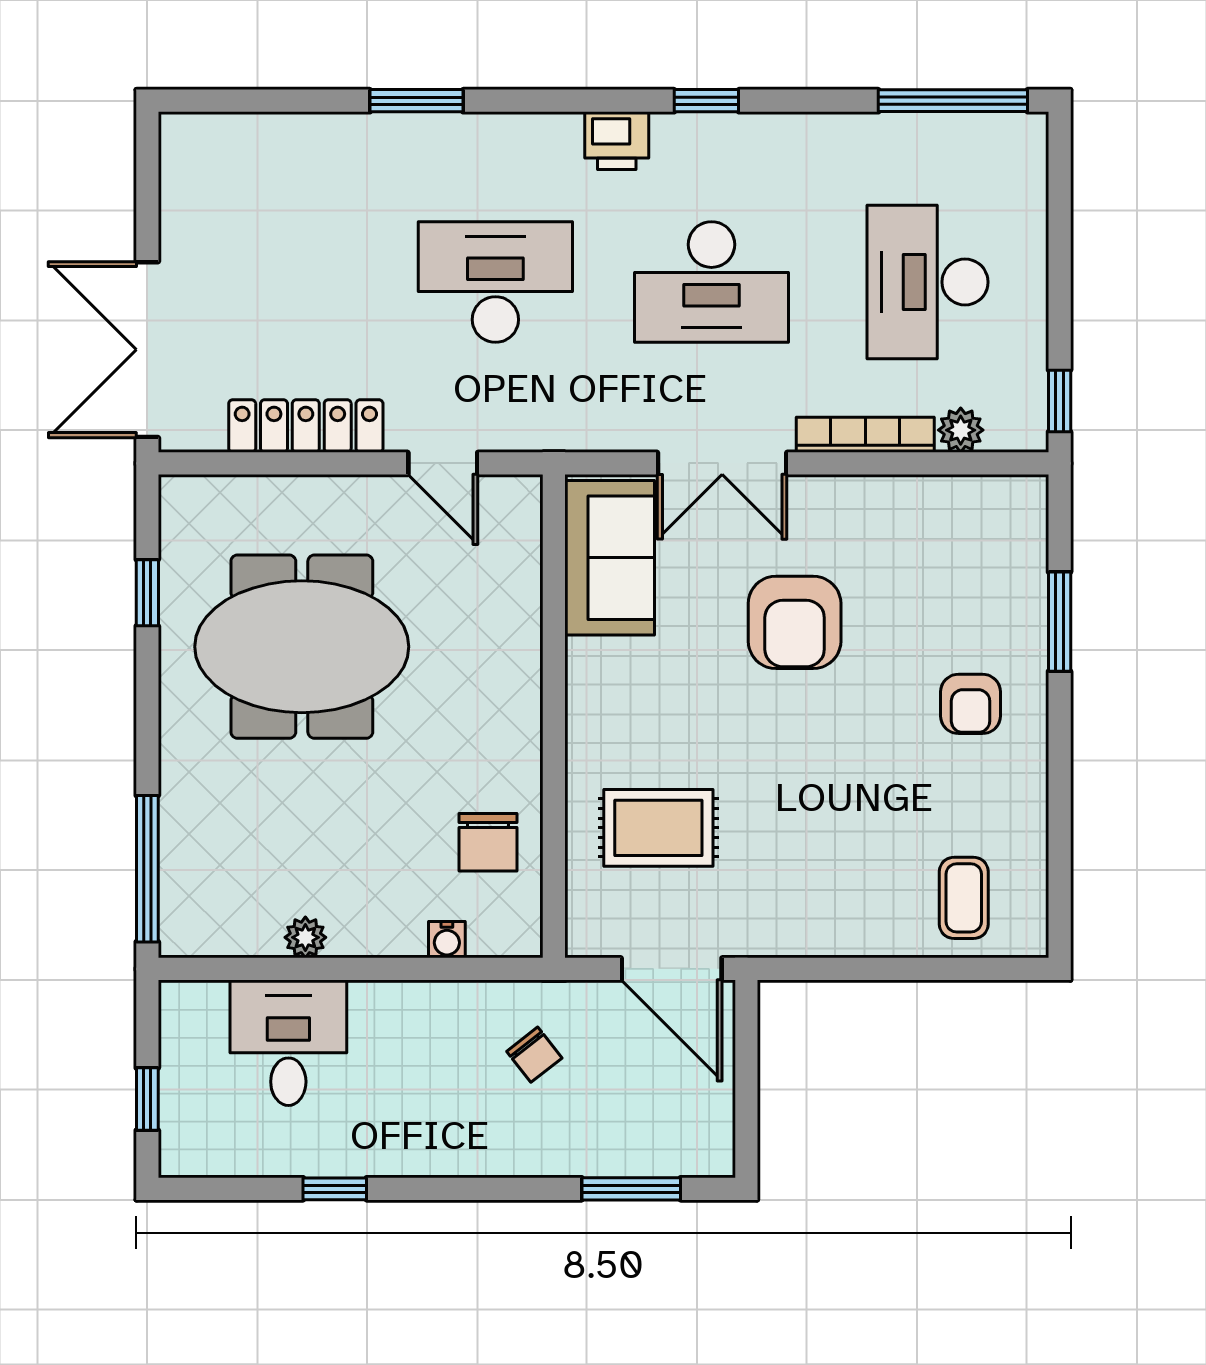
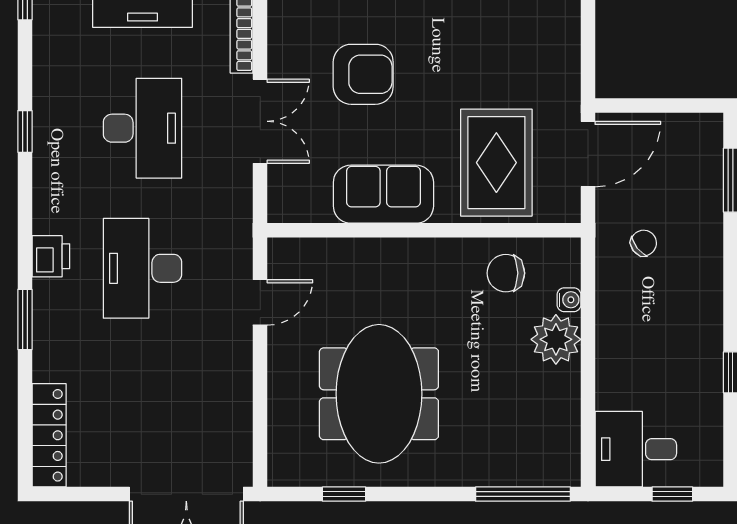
printer: (617, 141) -> (51, 256), moved
locker: (306, 426) -> (49, 435), moved, turned 180
sofa: (610, 558) -> (383, 194), moved
rug: (658, 828) -> (496, 163), width x1.36, depth x1.43
chair: (488, 842) -> (506, 273), turned 180
plant: (305, 937) -> (556, 339), moved, width x1.88, depth x1.88
desk: (288, 1043) -> (636, 449), moved

